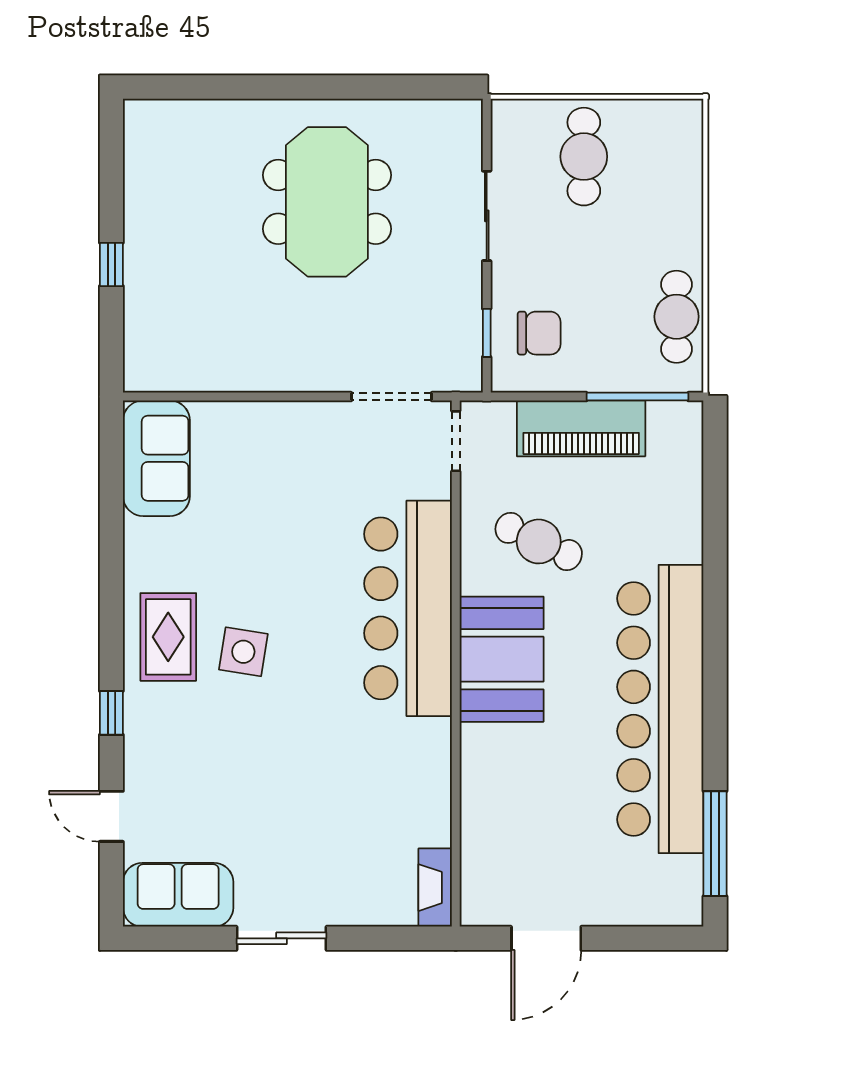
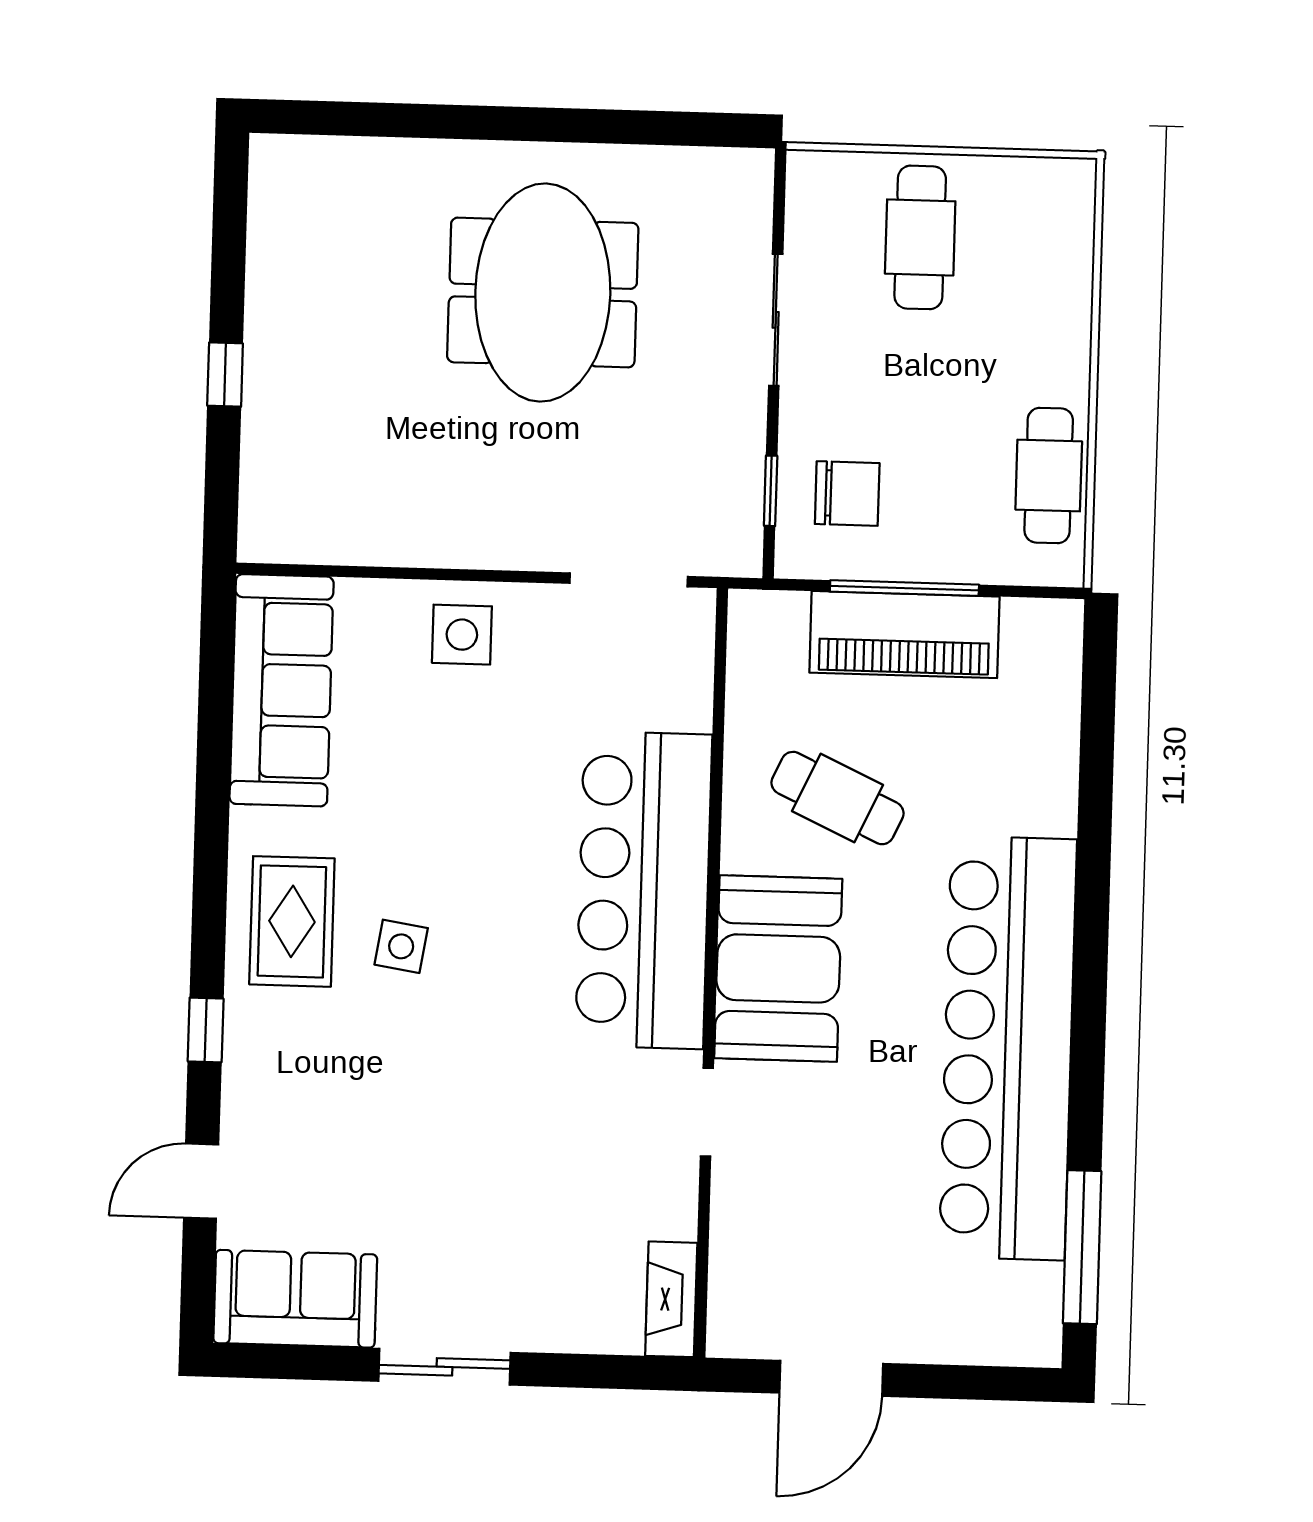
window: (637, 397) -> (904, 588), moved
side table: (279, 437) -> (462, 635), added
doorway: (456, 441) -> (707, 1112), moved
sofa: (156, 458) -> (282, 690), width x1.36
side table: (243, 652) -> (401, 946), width x0.73, depth x0.73
door: (111, 816) -> (201, 1181), hinge flipped

